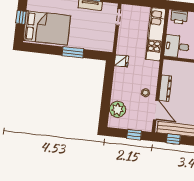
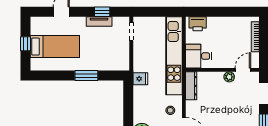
bed: (47, 28) -> (55, 47), width x0.67
kitchen unit: (155, 34) -> (174, 56), width x1.36
dresser: (165, 88) -> (191, 86), moved

